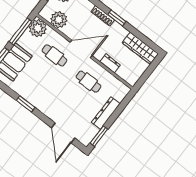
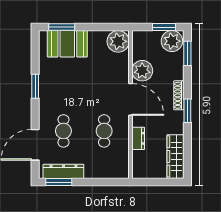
plant: (59, 20) -> (142, 71), moved
window: (21, 31) -> (102, 27), removed
cafe table: (54, 55) -> (63, 131), moved
dresser: (106, 113) -> (63, 171), moved

